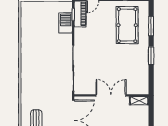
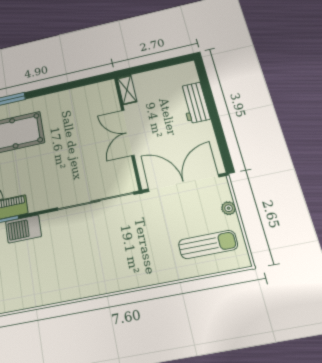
window: (151, 56) -> (55, 89), removed

